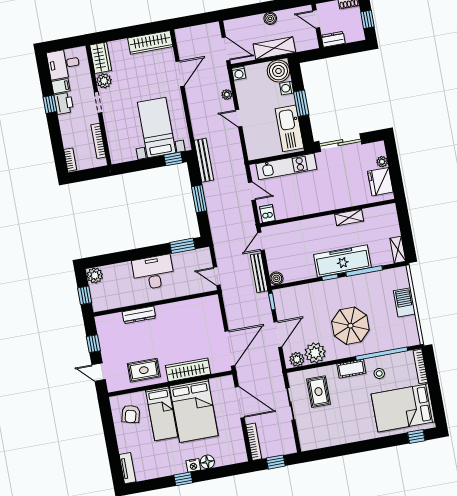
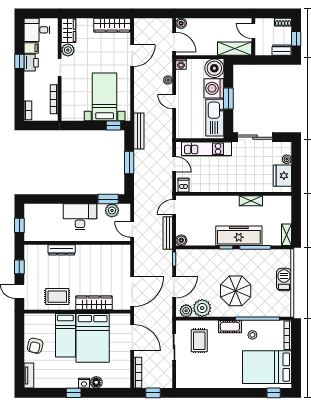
boiler: (270, 18) -> (181, 23), moved
dresser: (333, 39) -> (282, 50), moved
shelving: (274, 48) -> (235, 49), moved
washing machine: (287, 88) -> (214, 88), width x1.89, depth x1.89
plant: (95, 275) -> (112, 210), moved
armchair: (131, 414) -> (35, 346), moved

